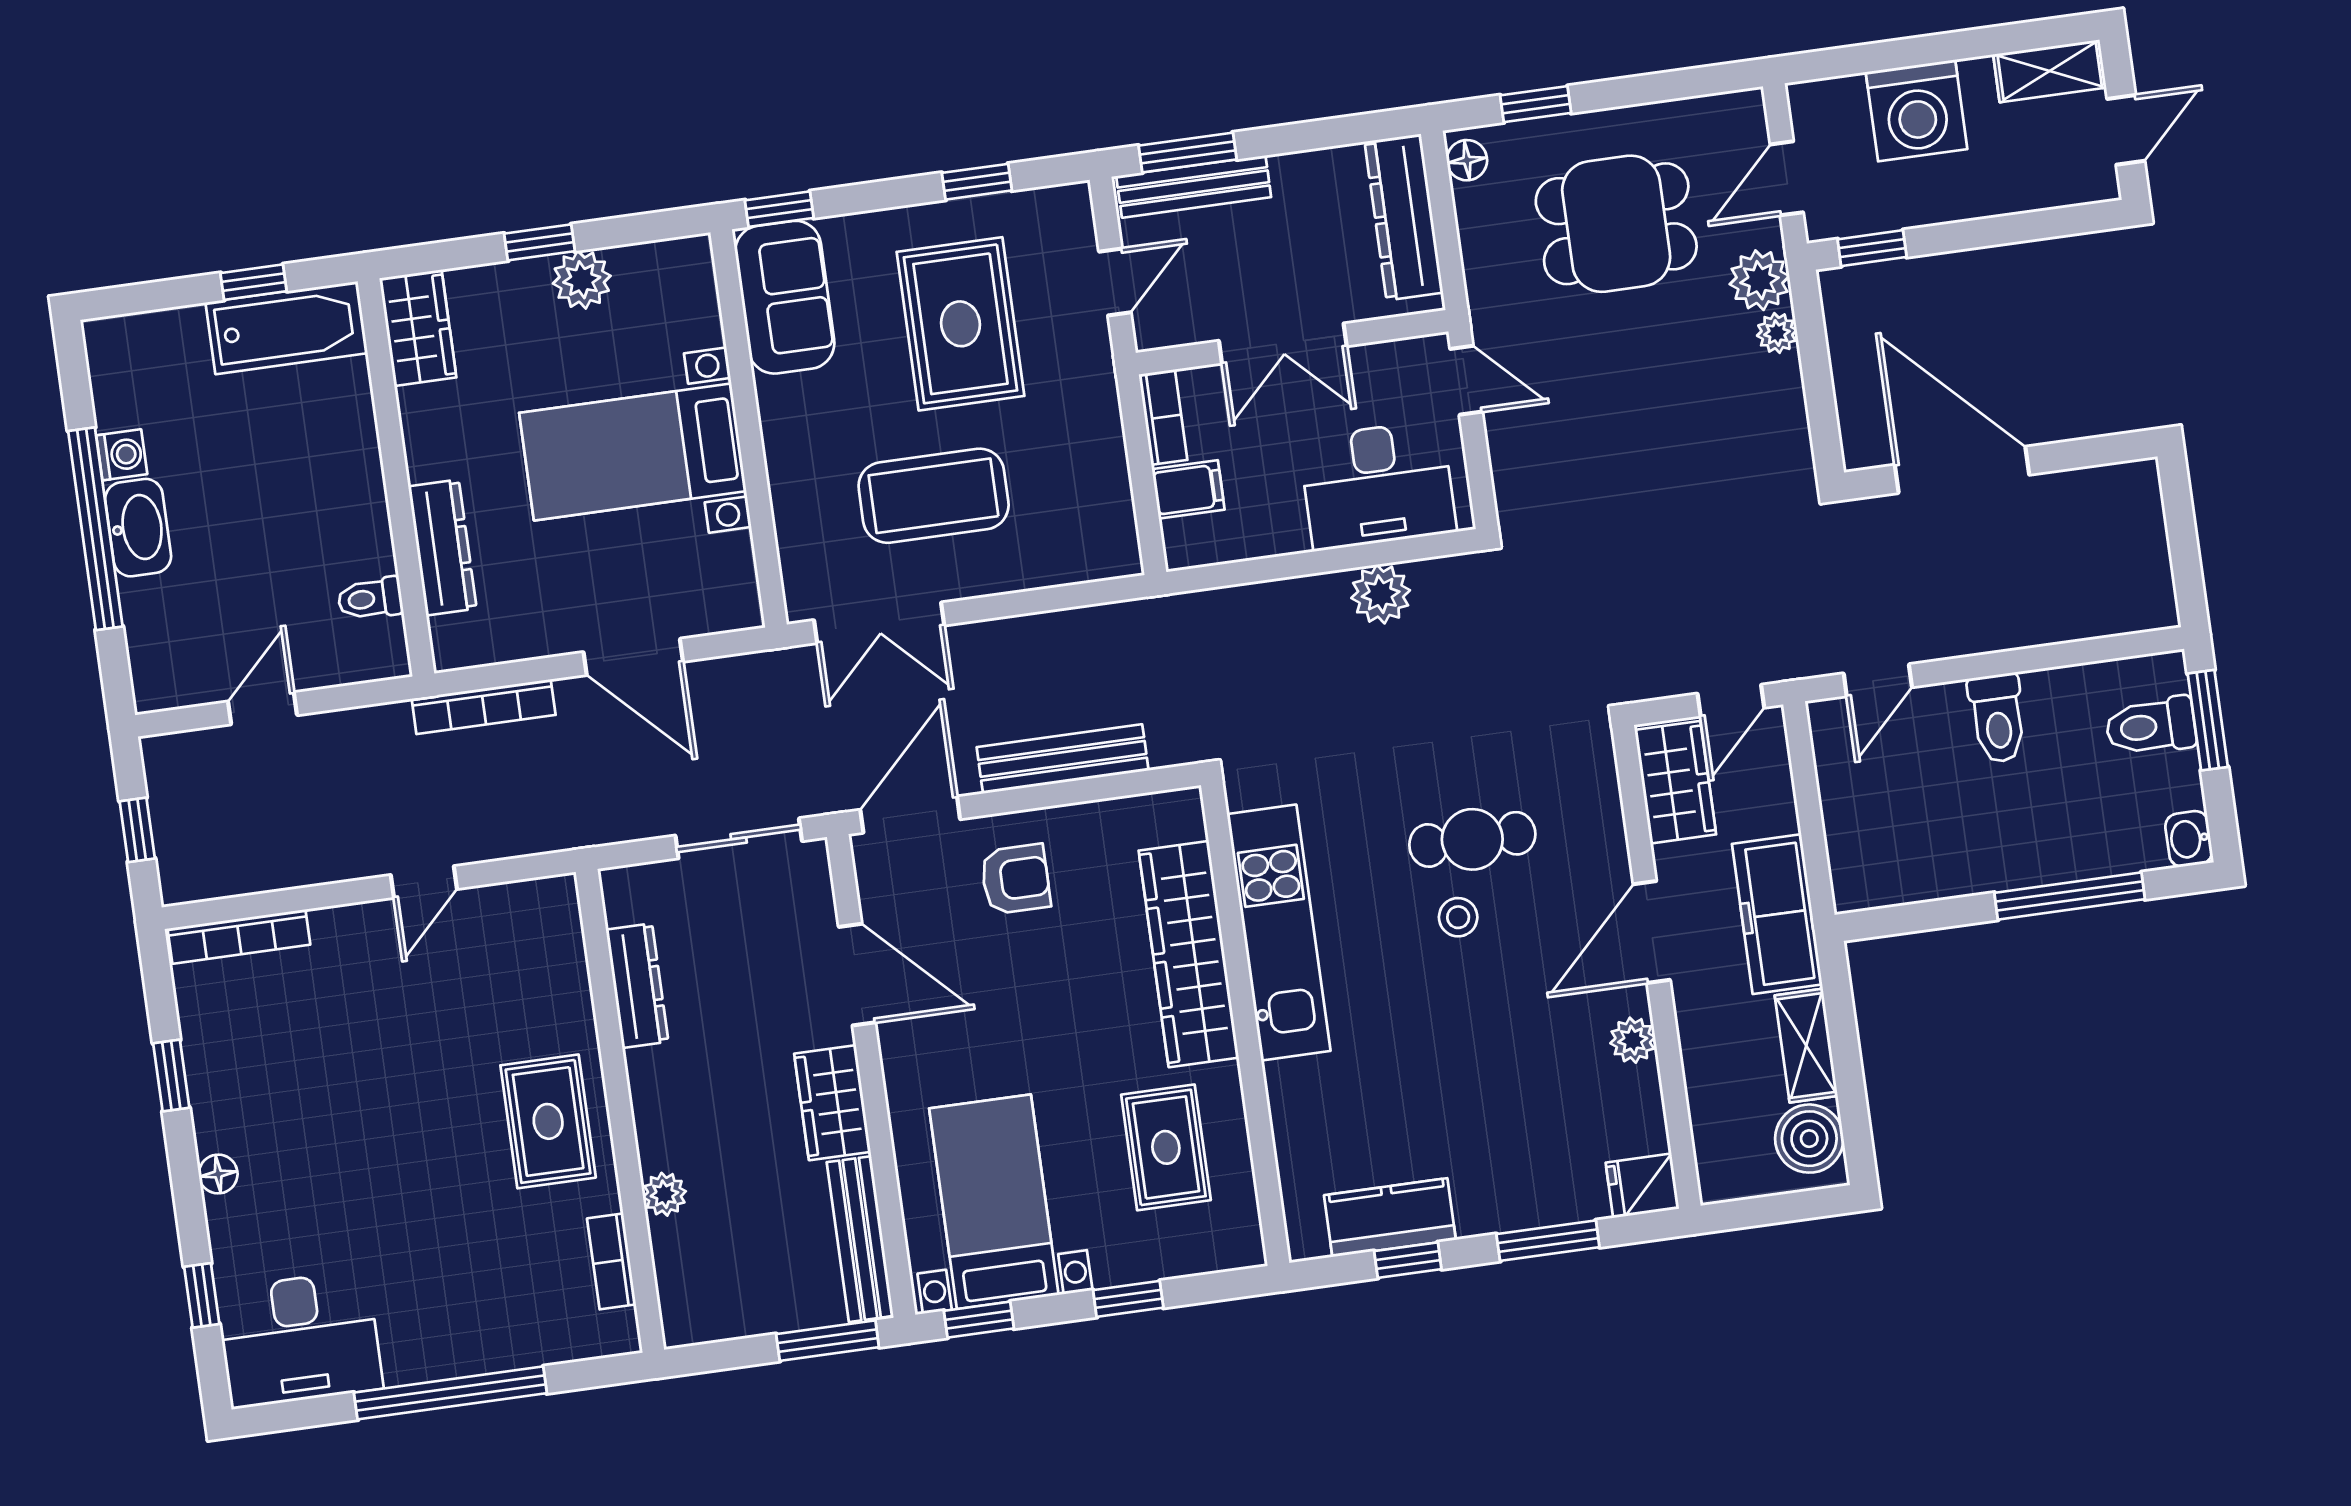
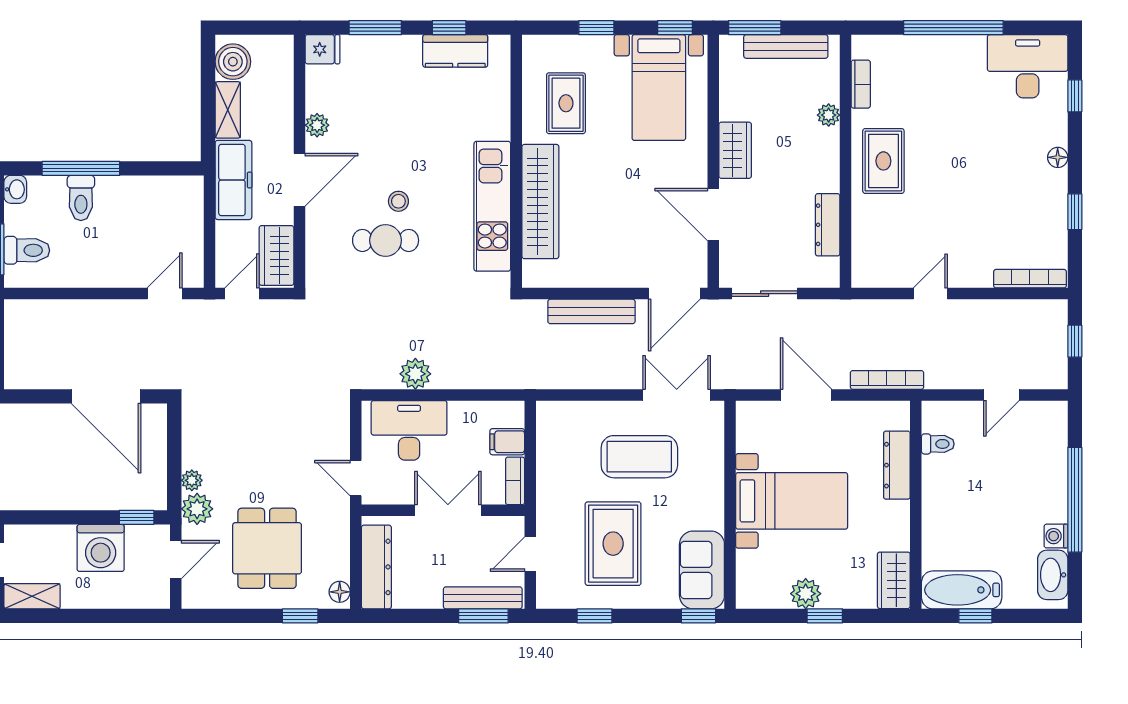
washing machine: (1917, 111) -> (101, 548), moved, turned 180
dining table: (1616, 224) -> (267, 548), turned 90
washbasin: (138, 528) -> (1053, 575), moved
toilet: (1997, 718) -> (81, 198), moved, turned 180
armchair: (1016, 879) -> (624, 253), removed
bench: (860, 1239) -> (786, 46), moved, turned 90

